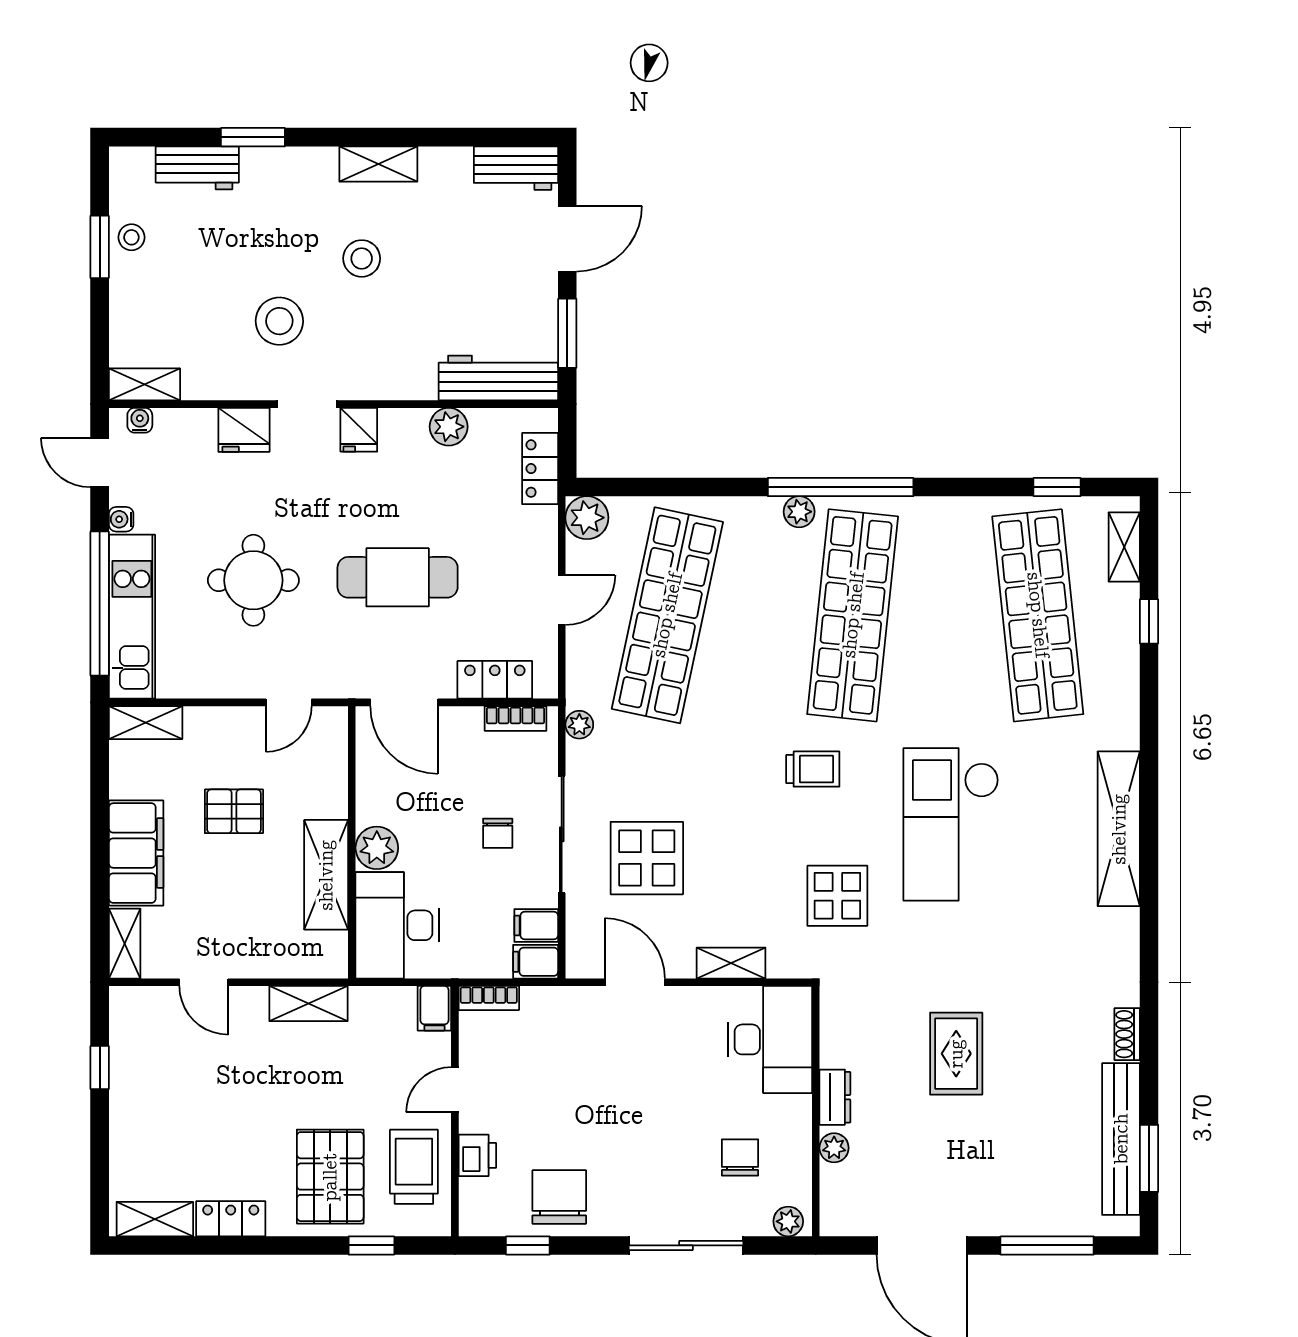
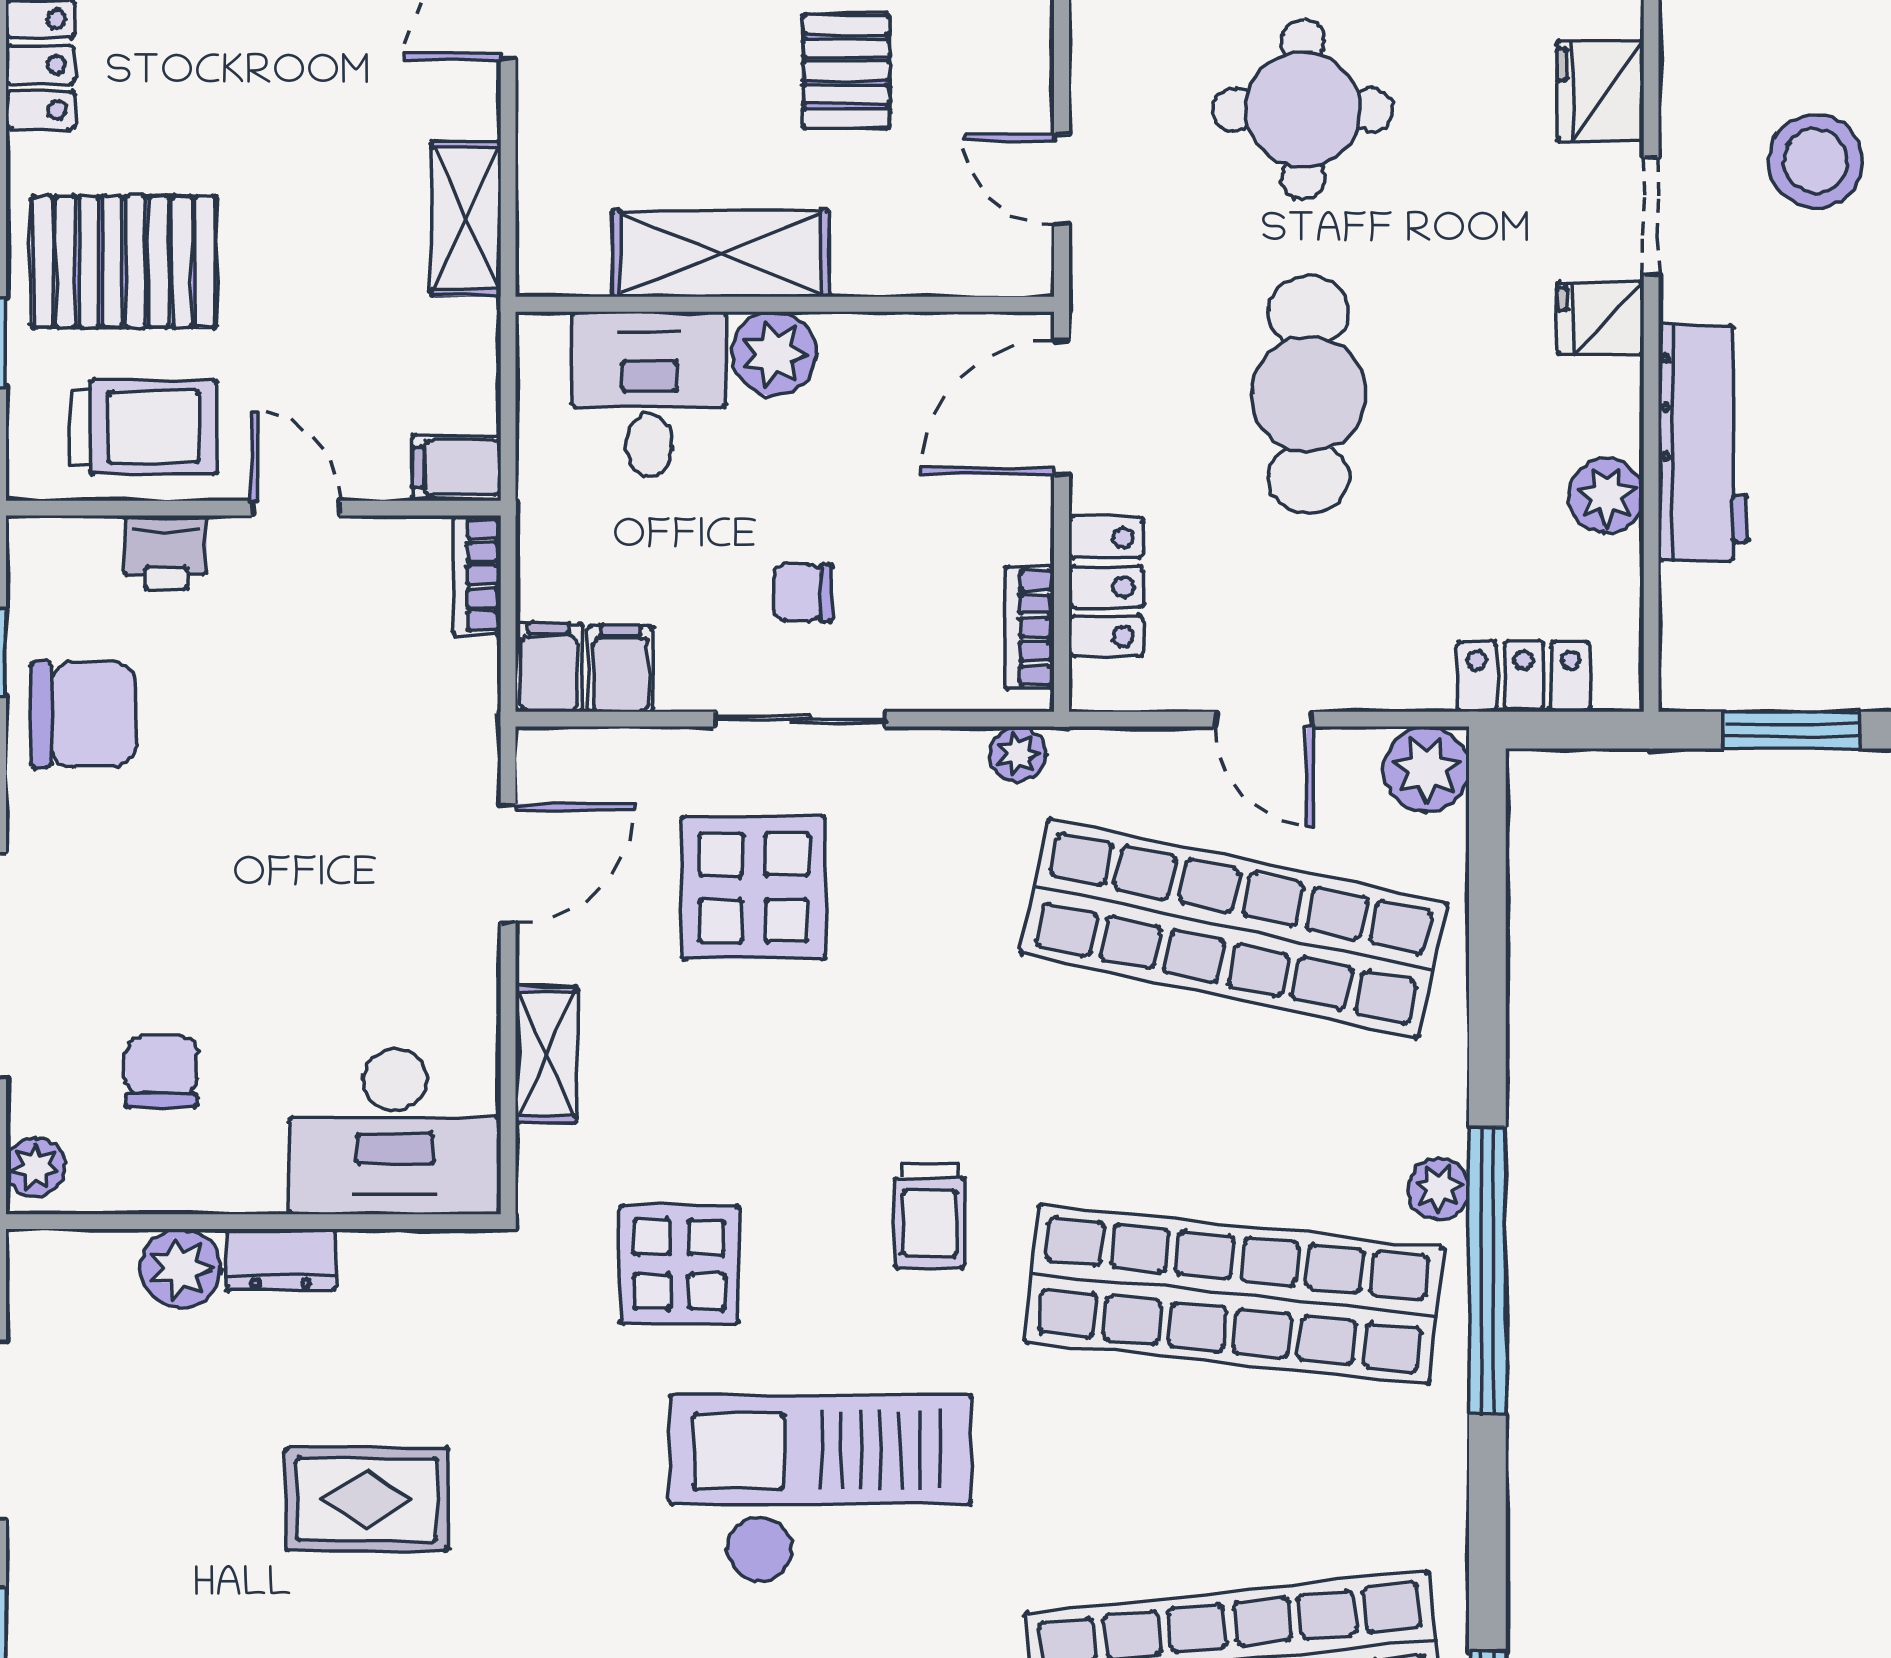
workbench: (498, 378) -> (1703, 443), moved
sliding door: (562, 834) -> (801, 719), width x0.73
desk: (397, 925) -> (649, 394), width x0.73
plant: (834, 1148) -> (181, 1268), width x1.38, depth x1.38
chair: (740, 1158) -> (162, 1072), turned -90

